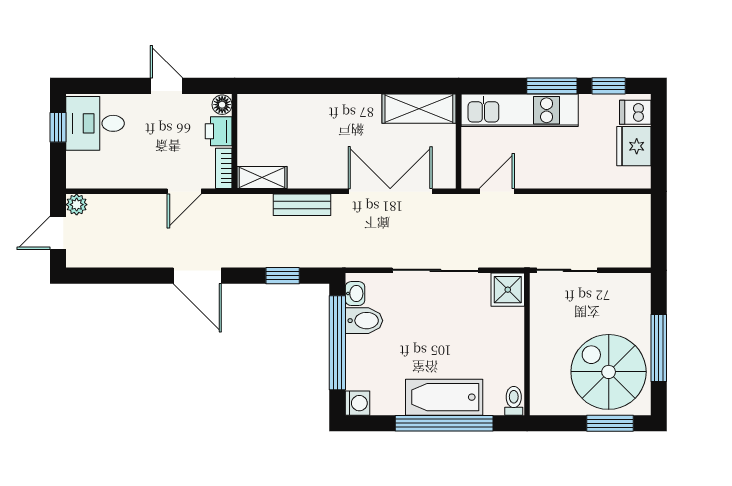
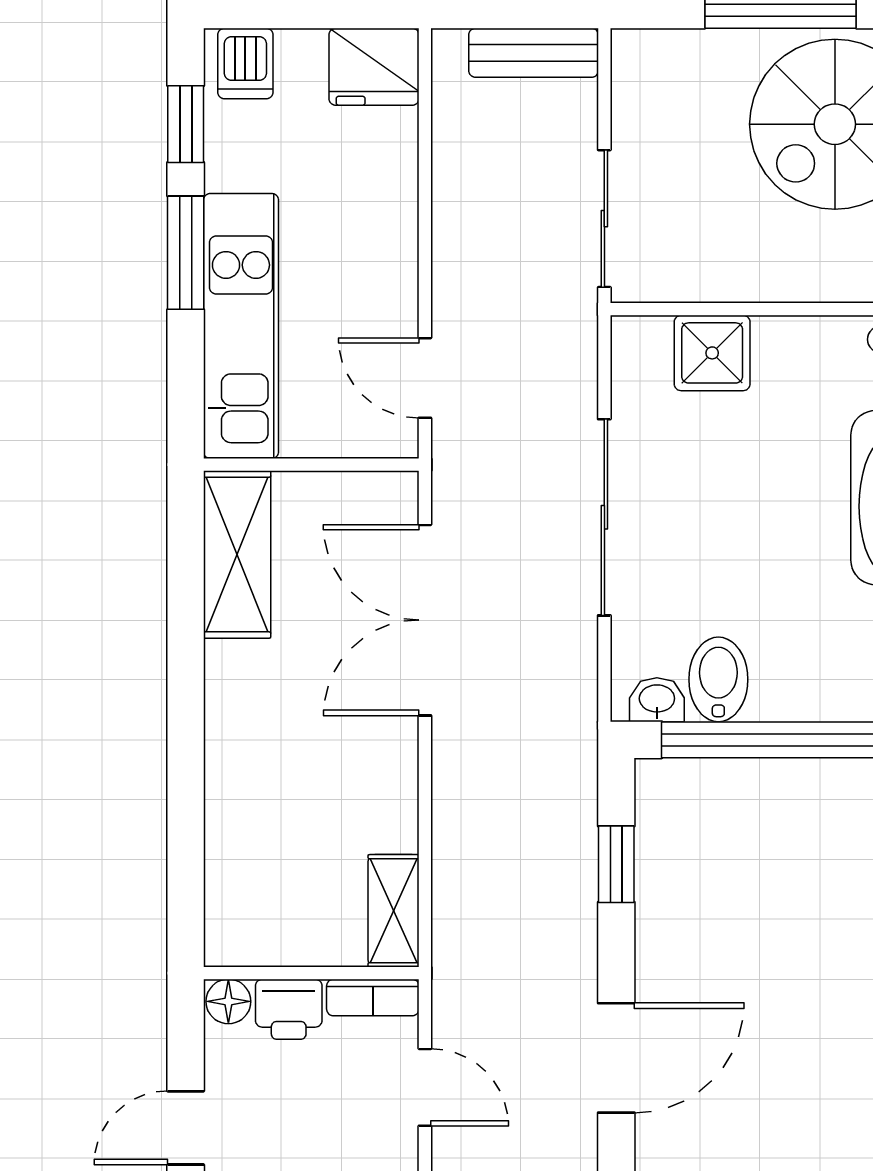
fridge: (634, 146) -> (374, 67), moved
bench: (302, 205) -> (534, 53), moved, turned 90
shower: (508, 290) -> (712, 353), moved

